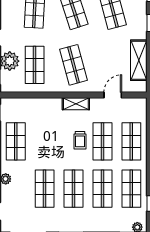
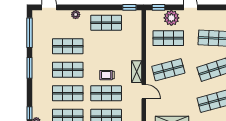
door: (113, 95) -> (144, 92), moved

